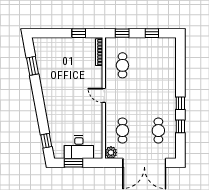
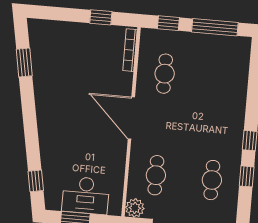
window: (152, 33) -> (215, 27), width x2.17
door: (104, 95) -> (131, 118), width x1.88

